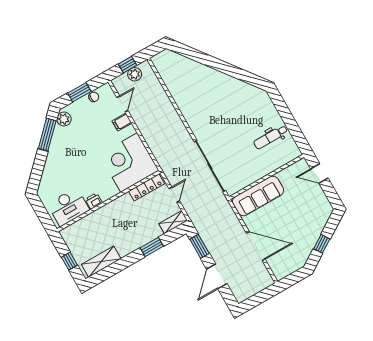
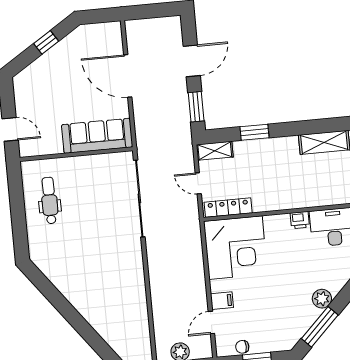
plant: (64, 119) -> (322, 299), moved
dental chair: (271, 137) -> (49, 200), turned -90
door: (174, 195) -> (198, 183), hinge flipped

